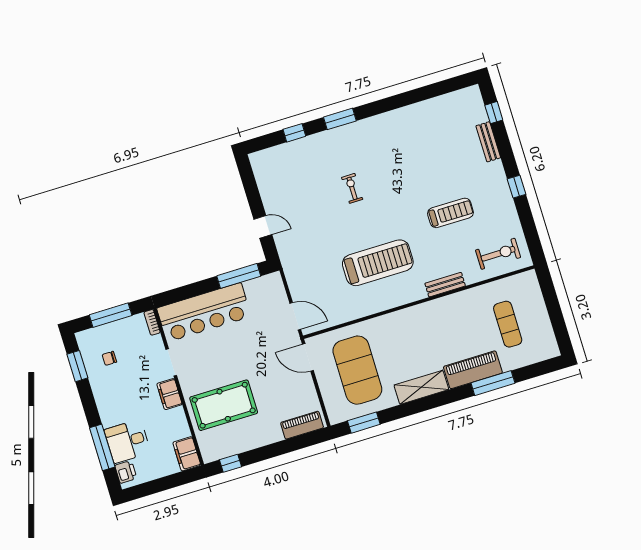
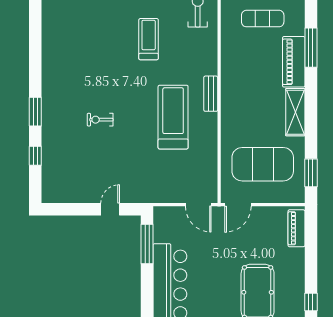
bench: (445, 285) -> (211, 94), moved
door: (295, 316) -> (198, 205), swing flipped

